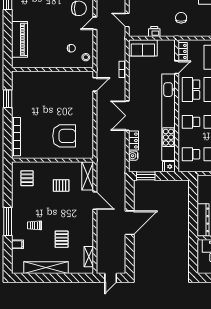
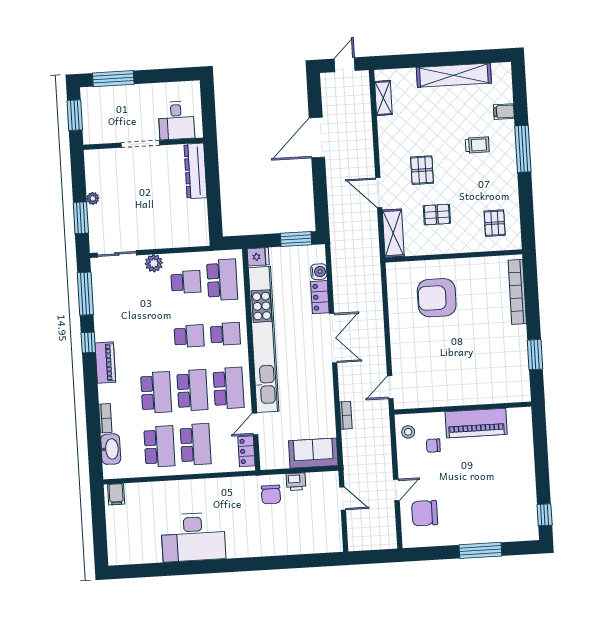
chair: (181, 18) -> (271, 494), moved
piano: (19, 39) -> (476, 423), moved, turned -90
school desk: (191, 154) -> (222, 280), width x1.85
door: (130, 223) -> (317, 138), moved
pallet: (62, 239) -> (422, 170), moved

